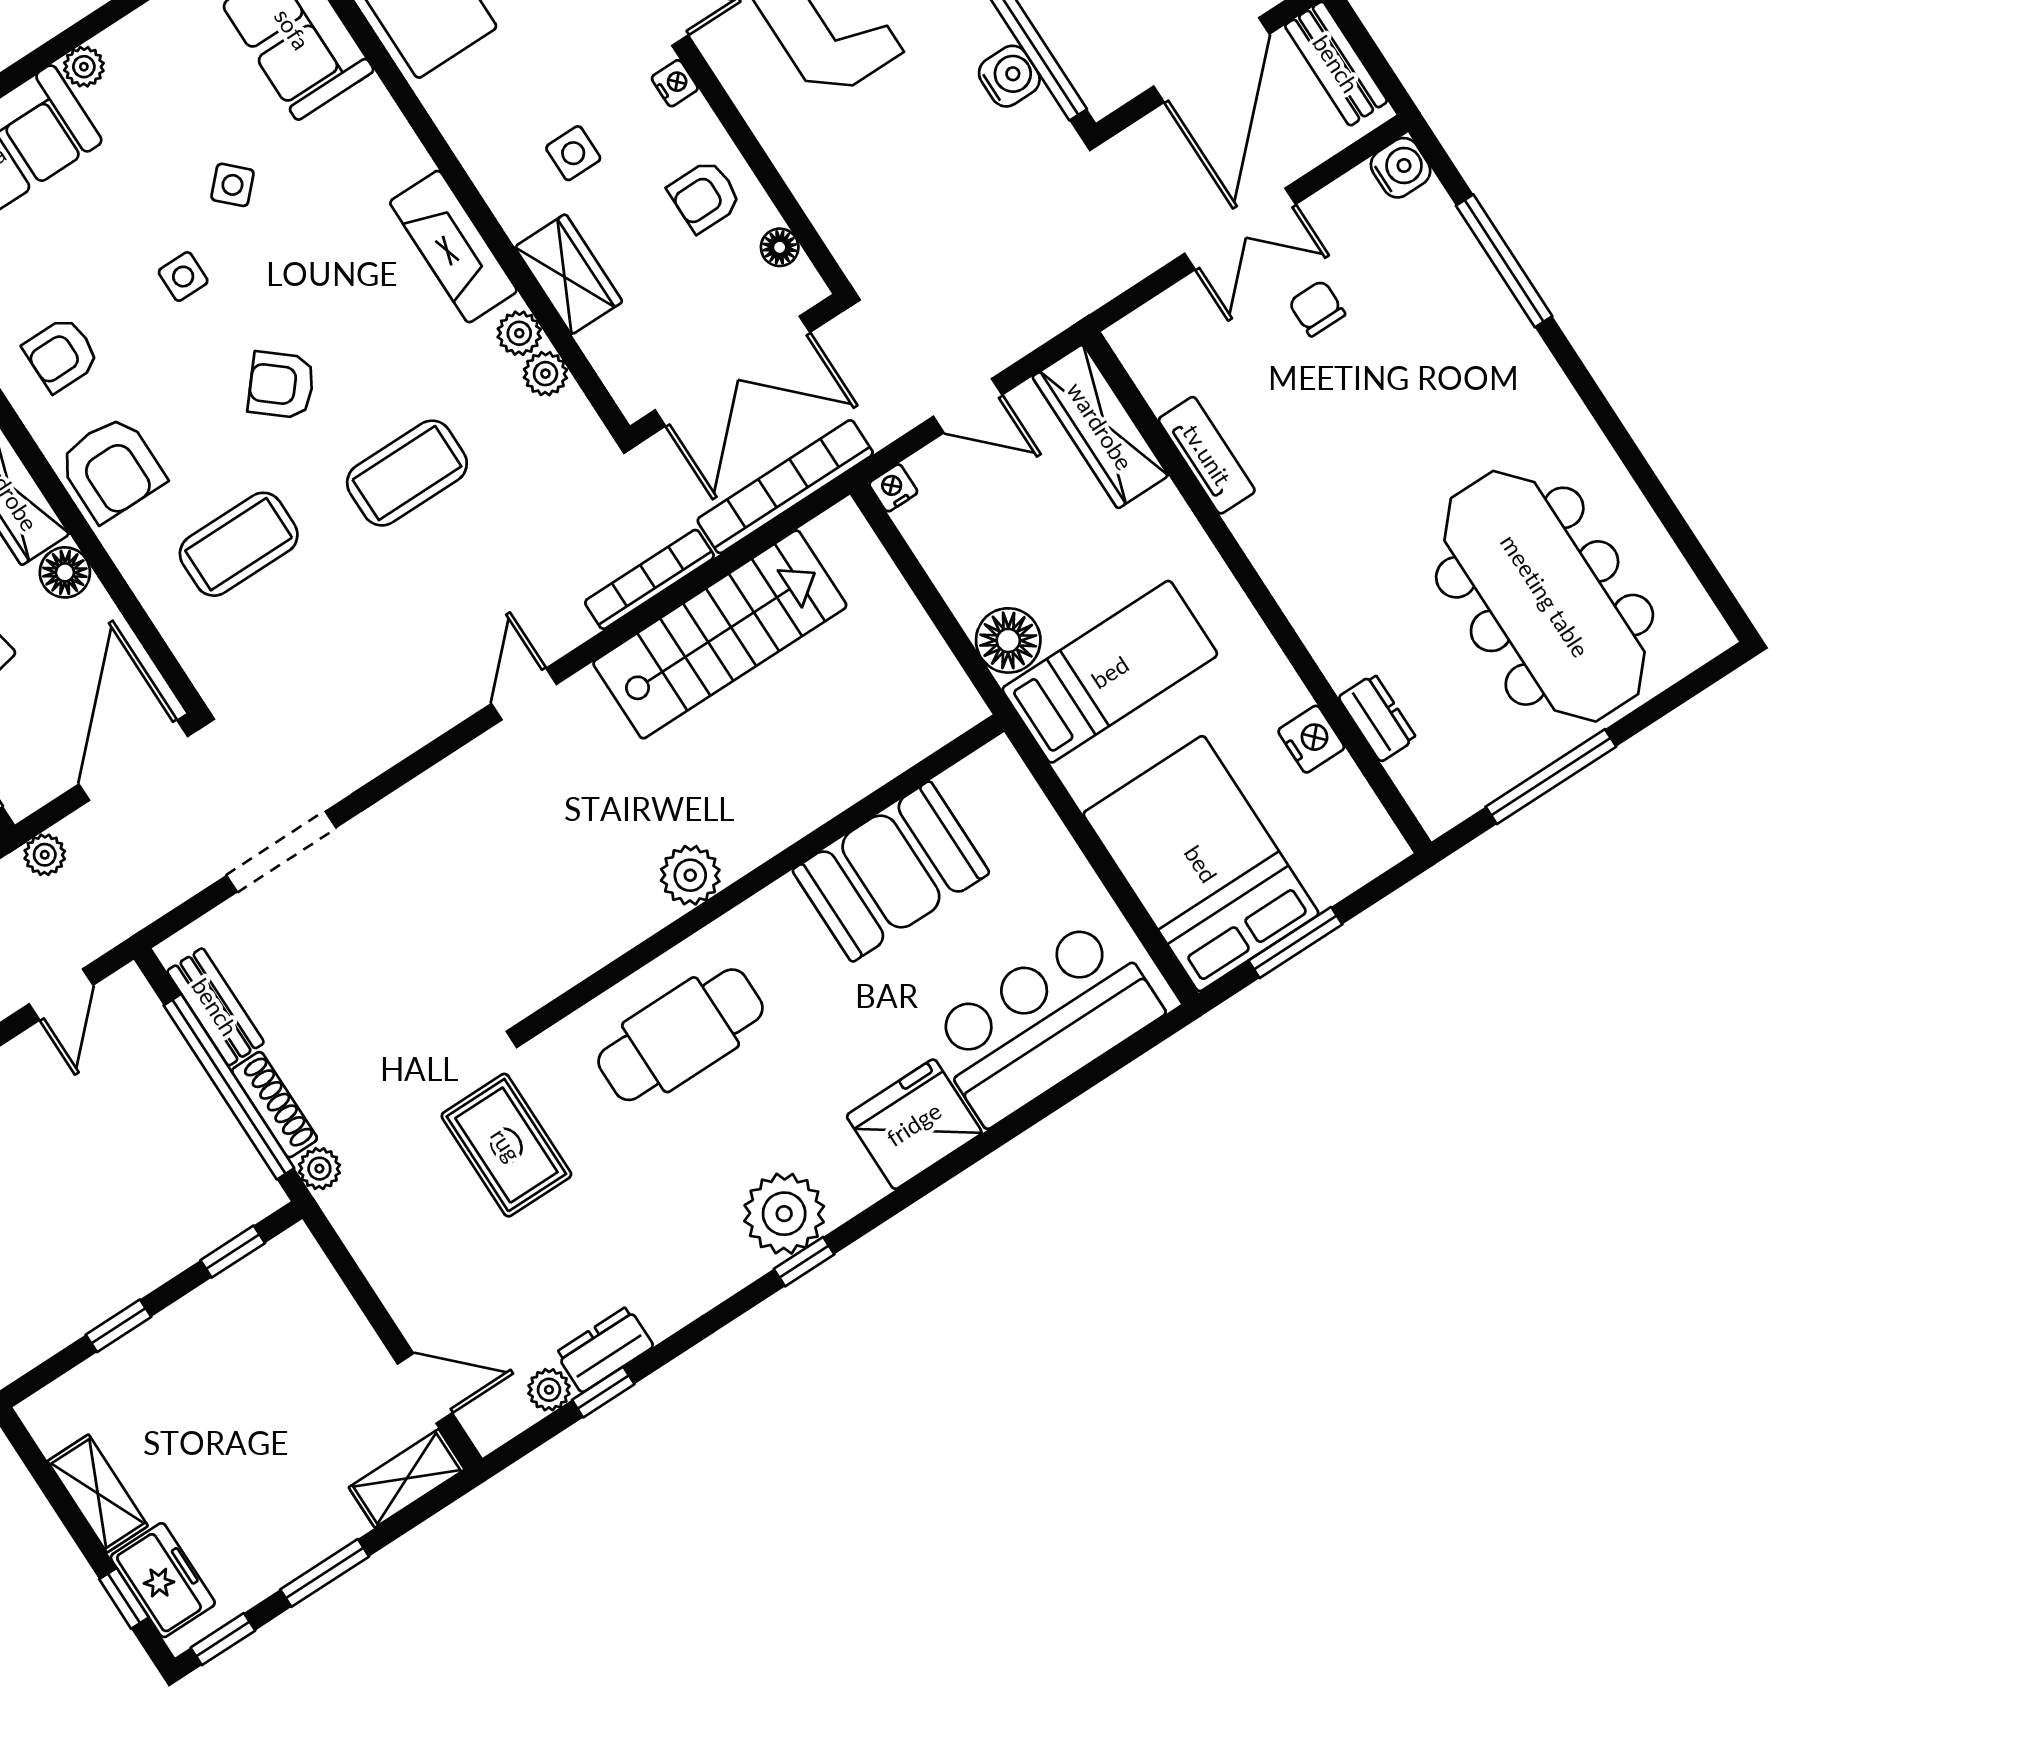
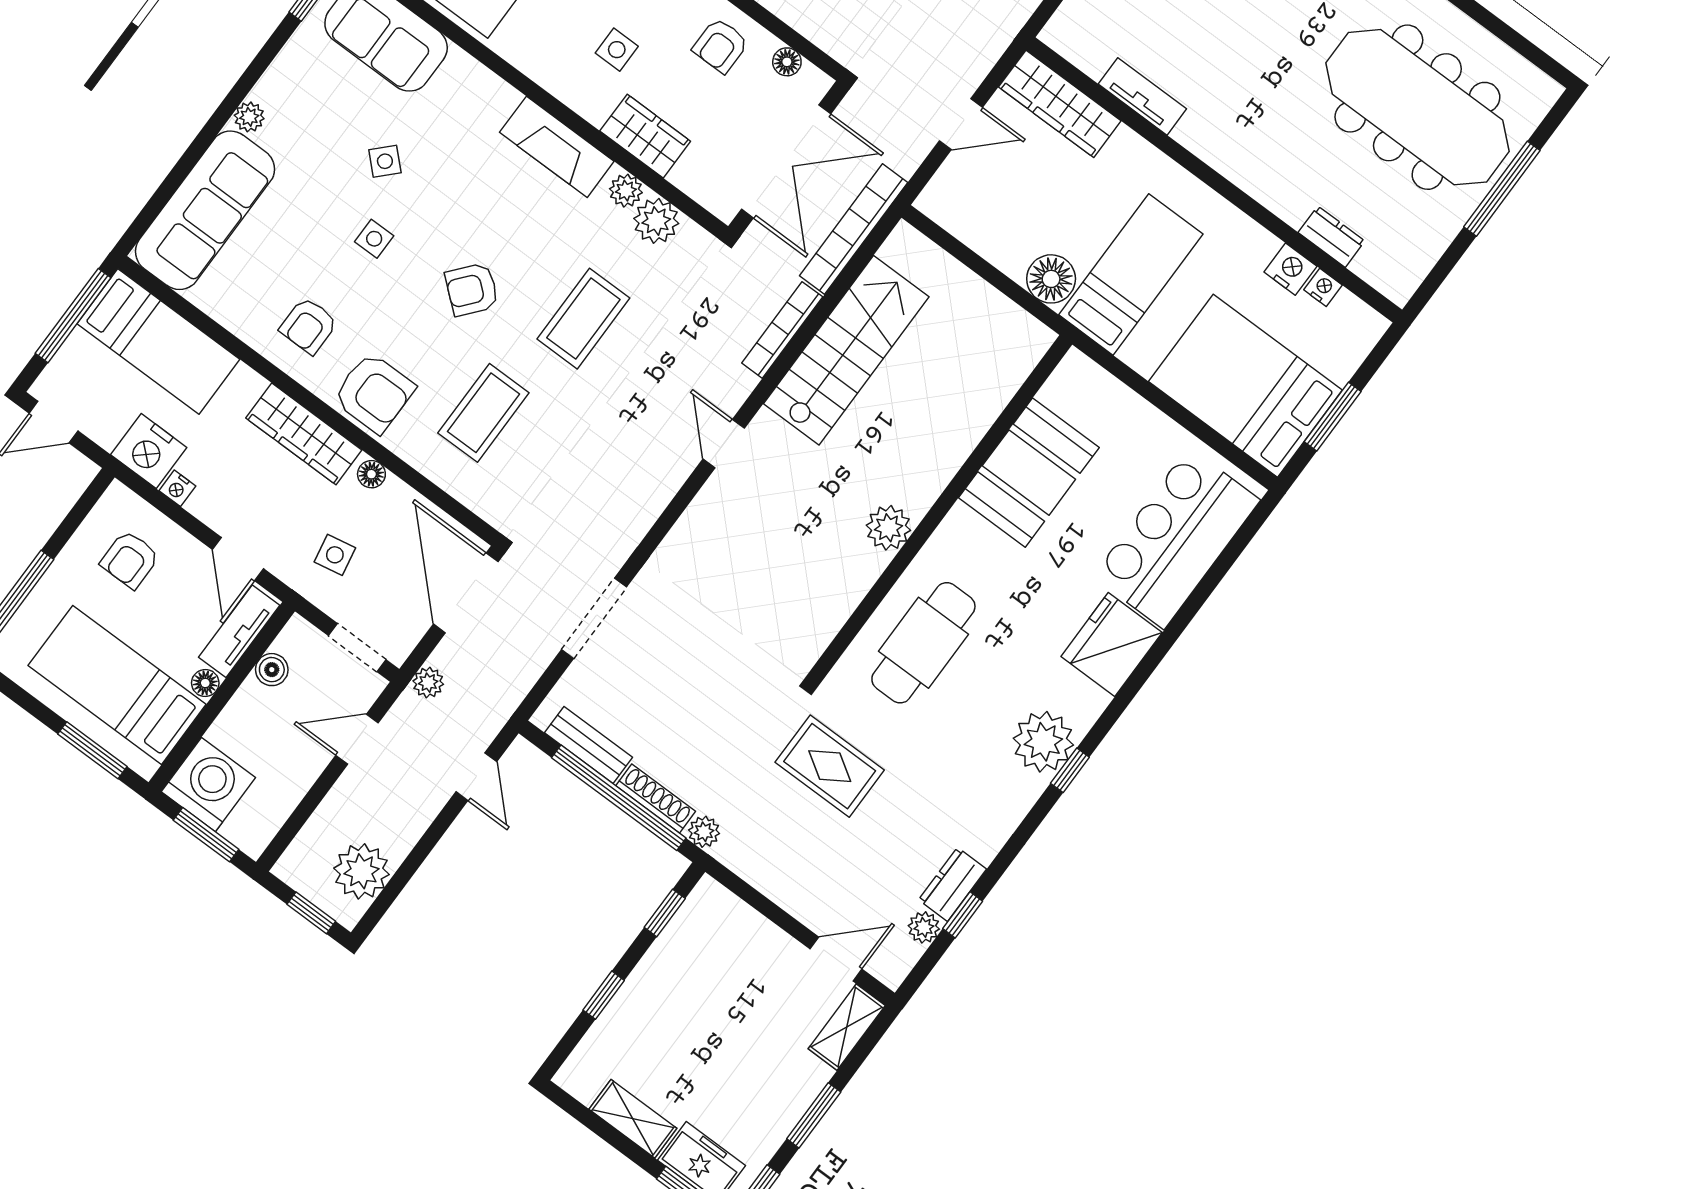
plant: (545, 374) -> (656, 221), width x1.38, depth x1.38
nightstand: (893, 488) -> (1323, 287), moved, turned 90
floor lamp: (65, 572) -> (371, 474), width x0.73, depth x0.73
window: (1551, 777) -> (1502, 189), moved

